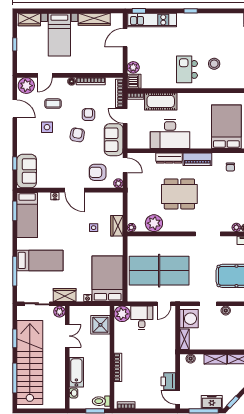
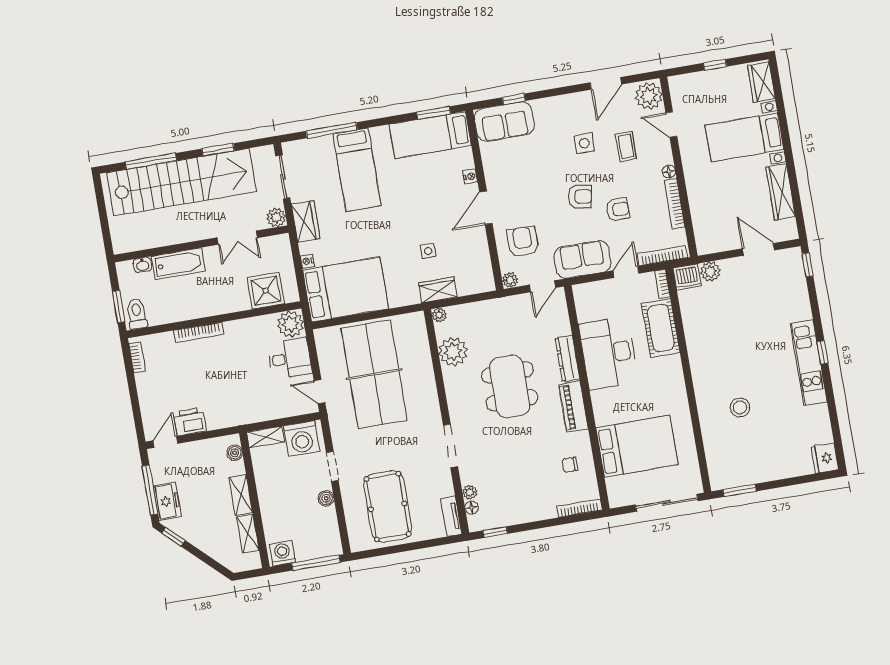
kitchen unit: (152, 20) -> (809, 363), moved
kitchen island: (187, 69) -> (722, 363), removed

